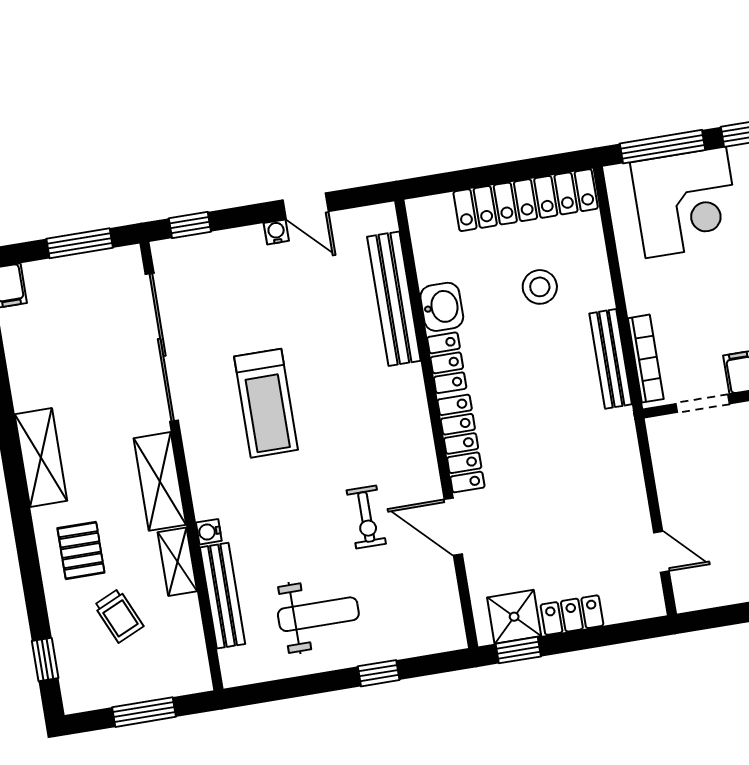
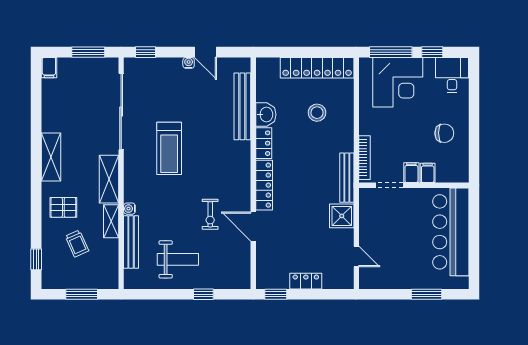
bench: (611, 359) -> (347, 178), moved
pallet: (81, 550) -> (63, 207), turned 90
shower: (514, 617) -> (342, 216), moved

